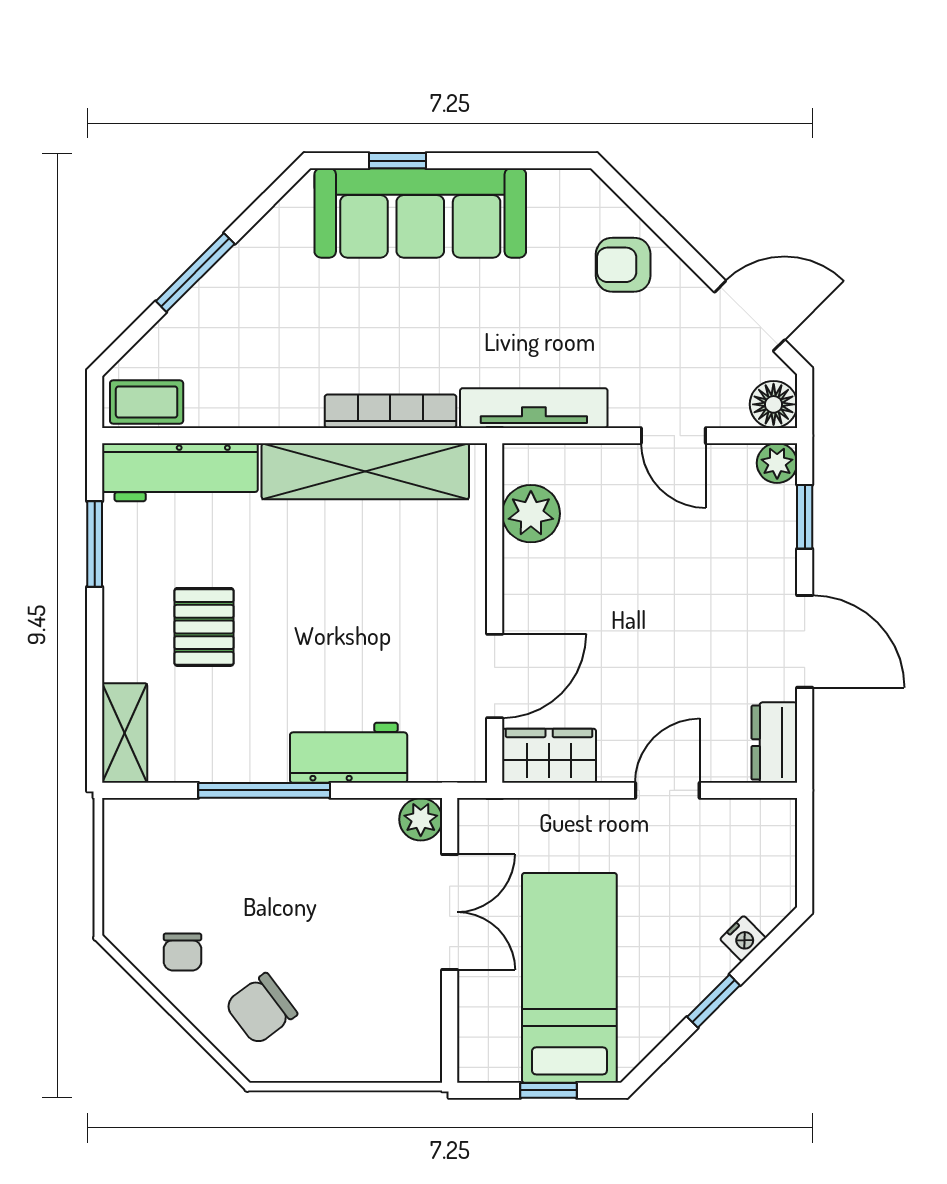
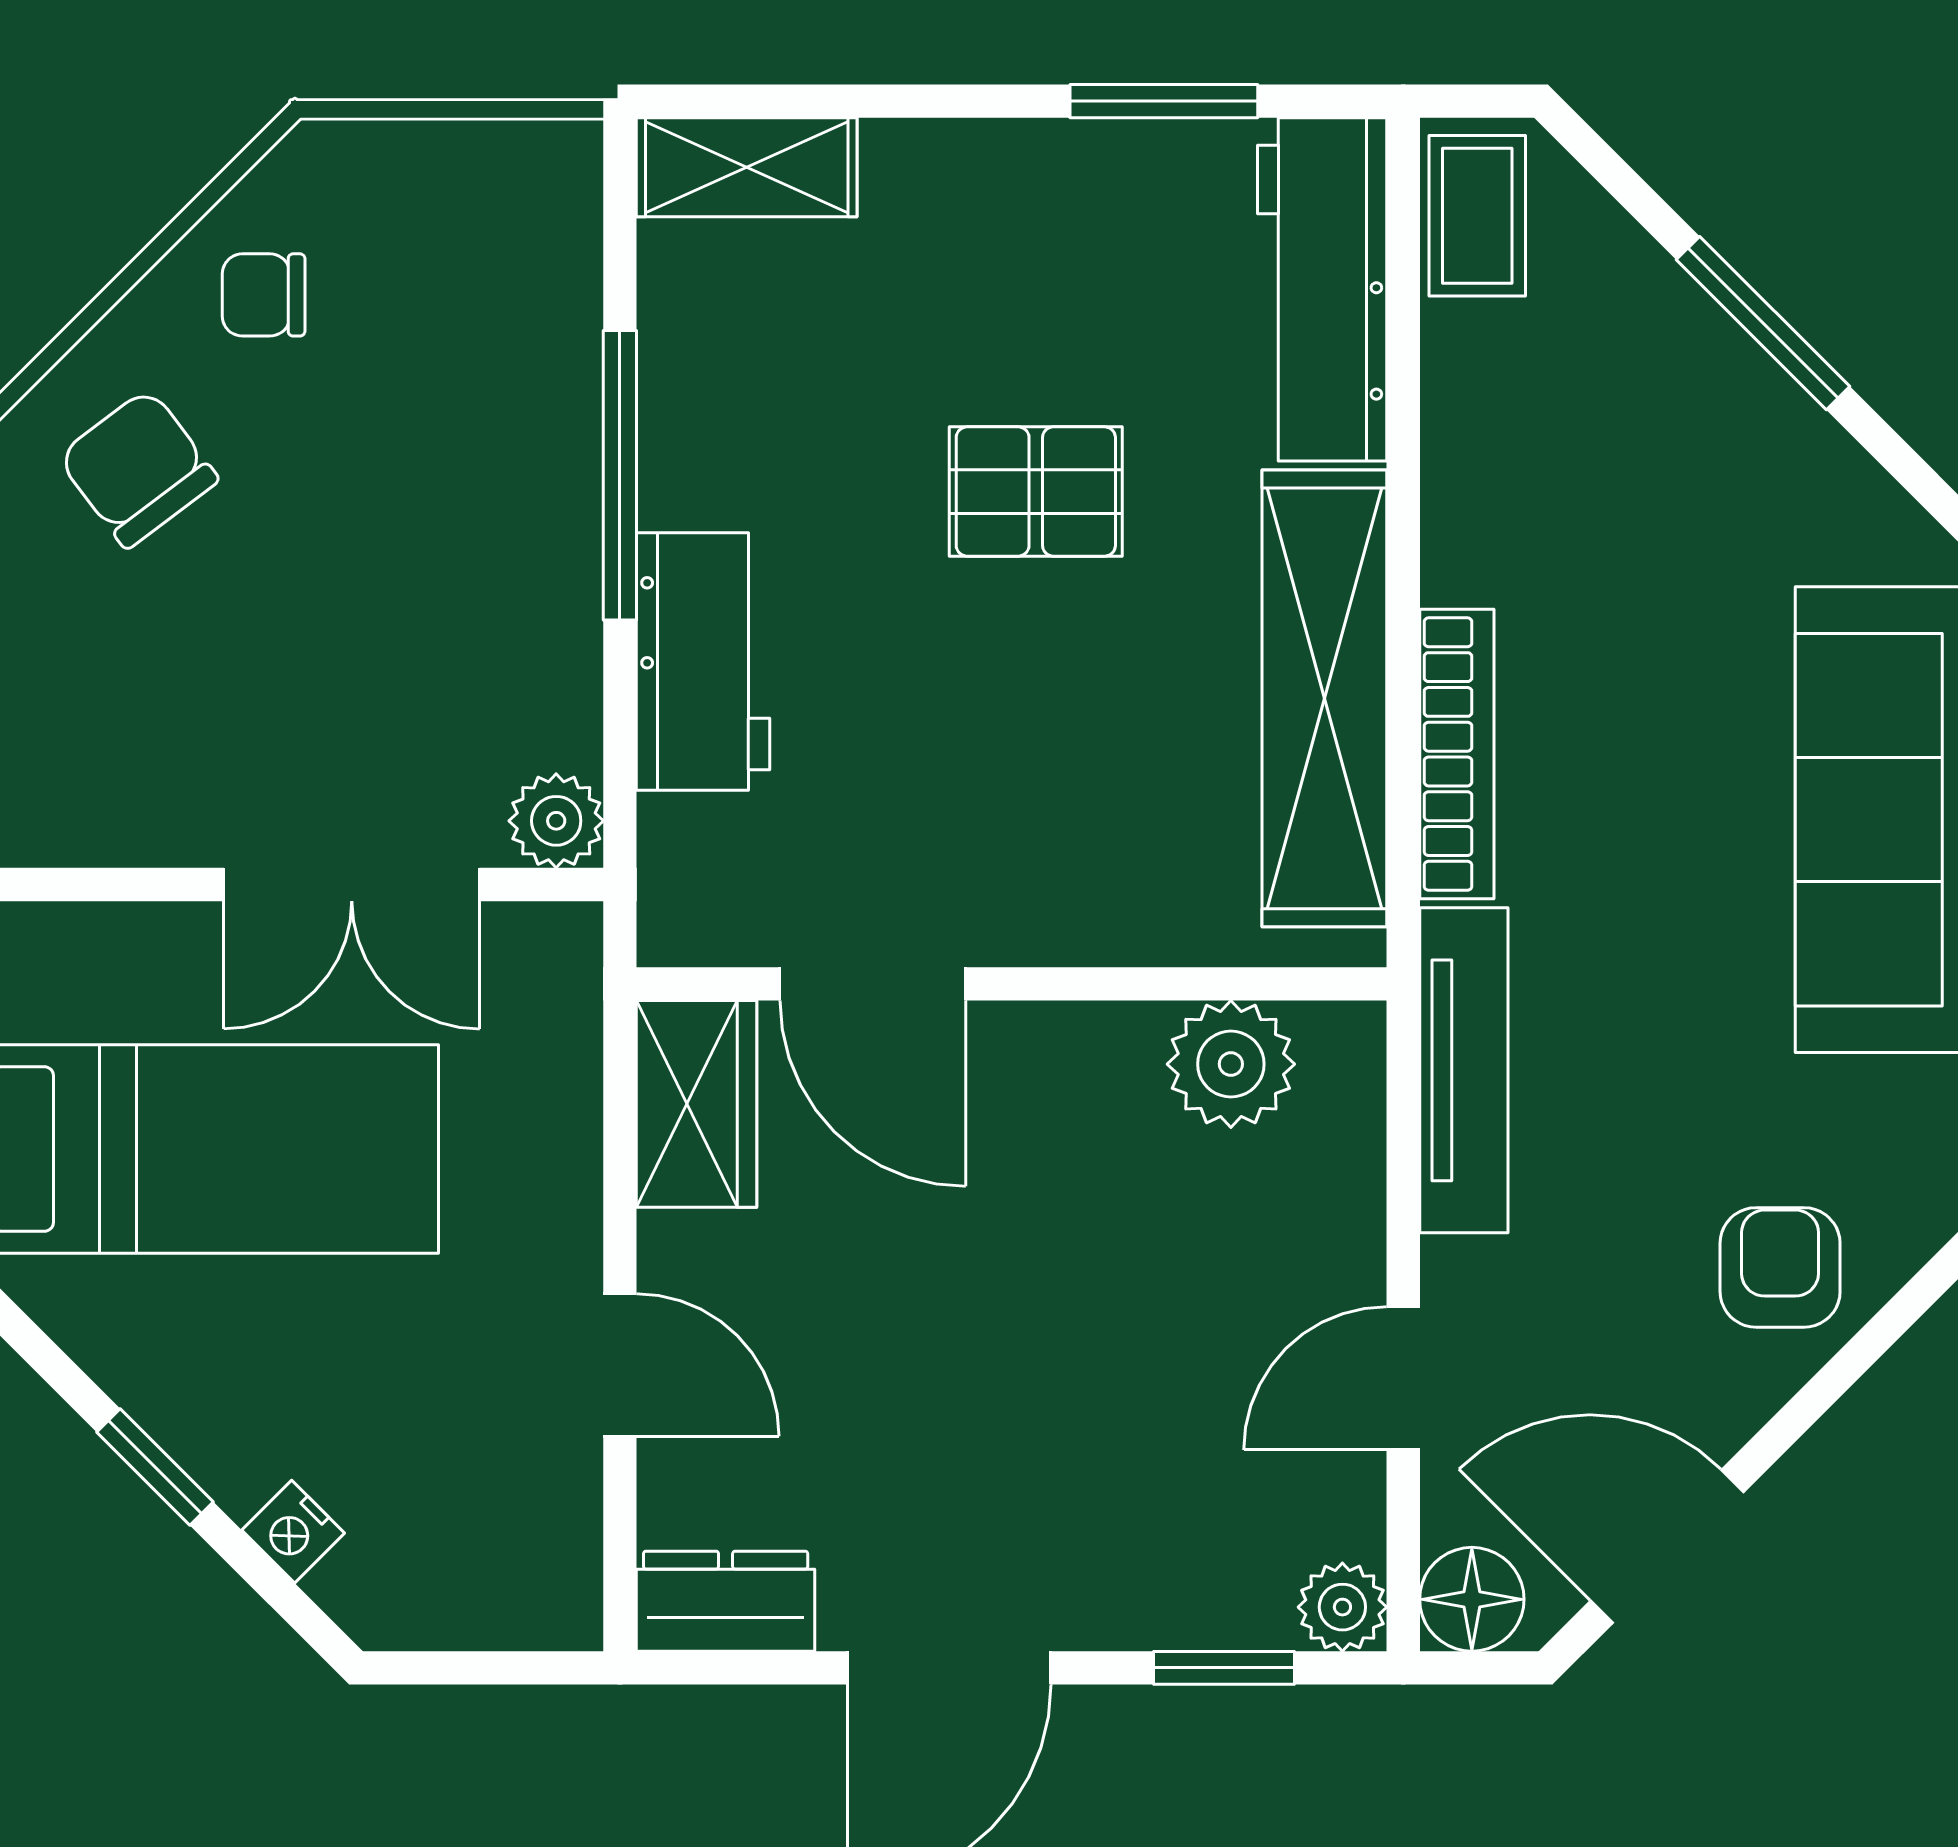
door: (750, 316) -> (1667, 1546), swing flipped
pallet: (204, 627) -> (1036, 492), moved

